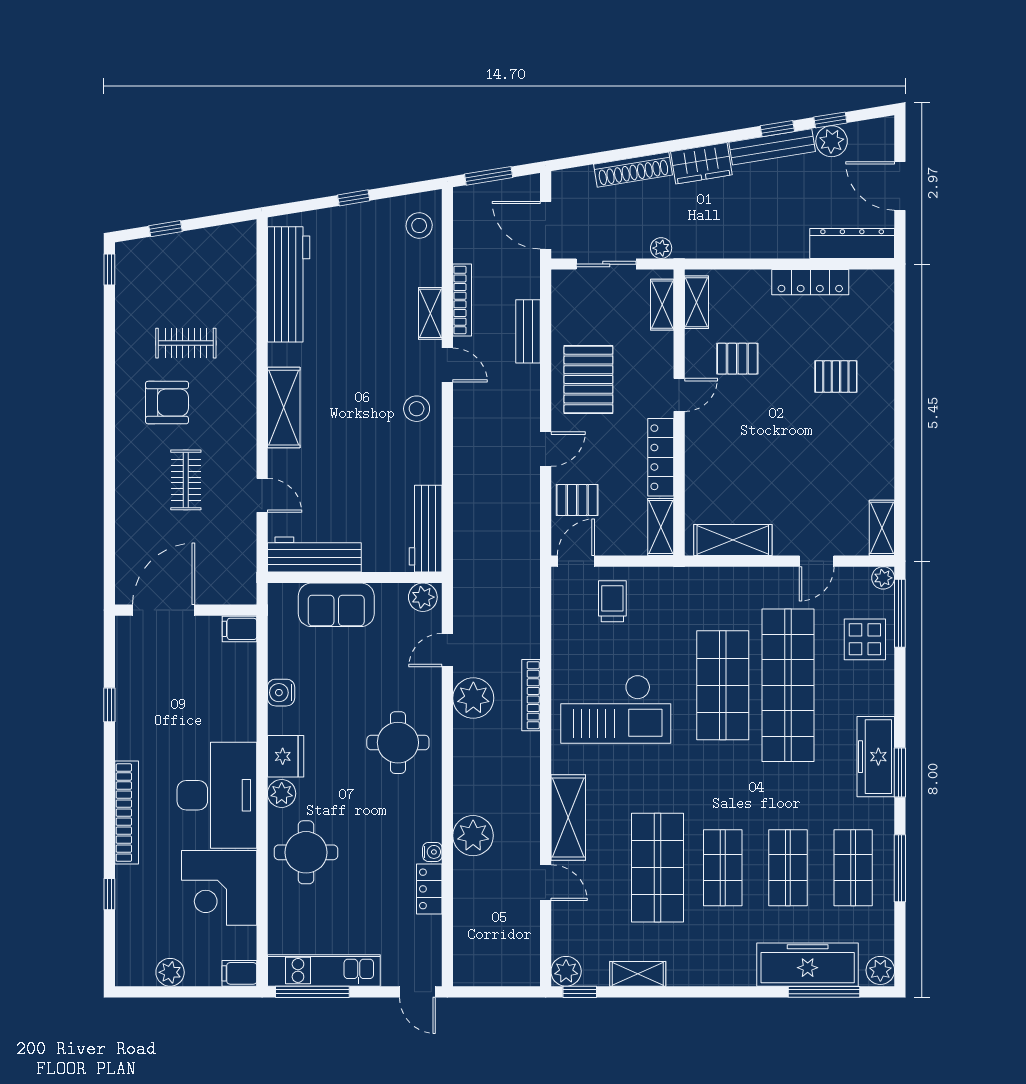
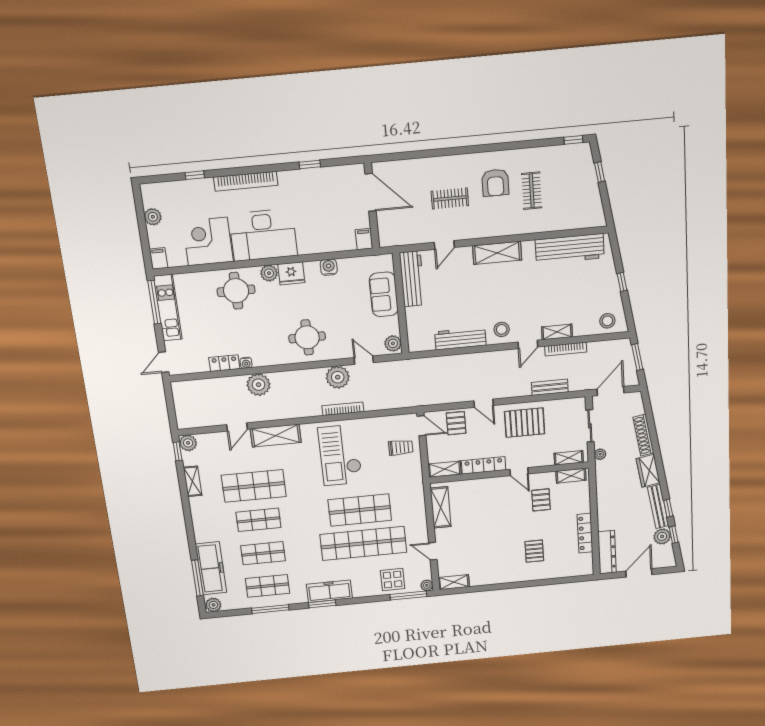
workbench: (426, 529) -> (460, 339), moved

